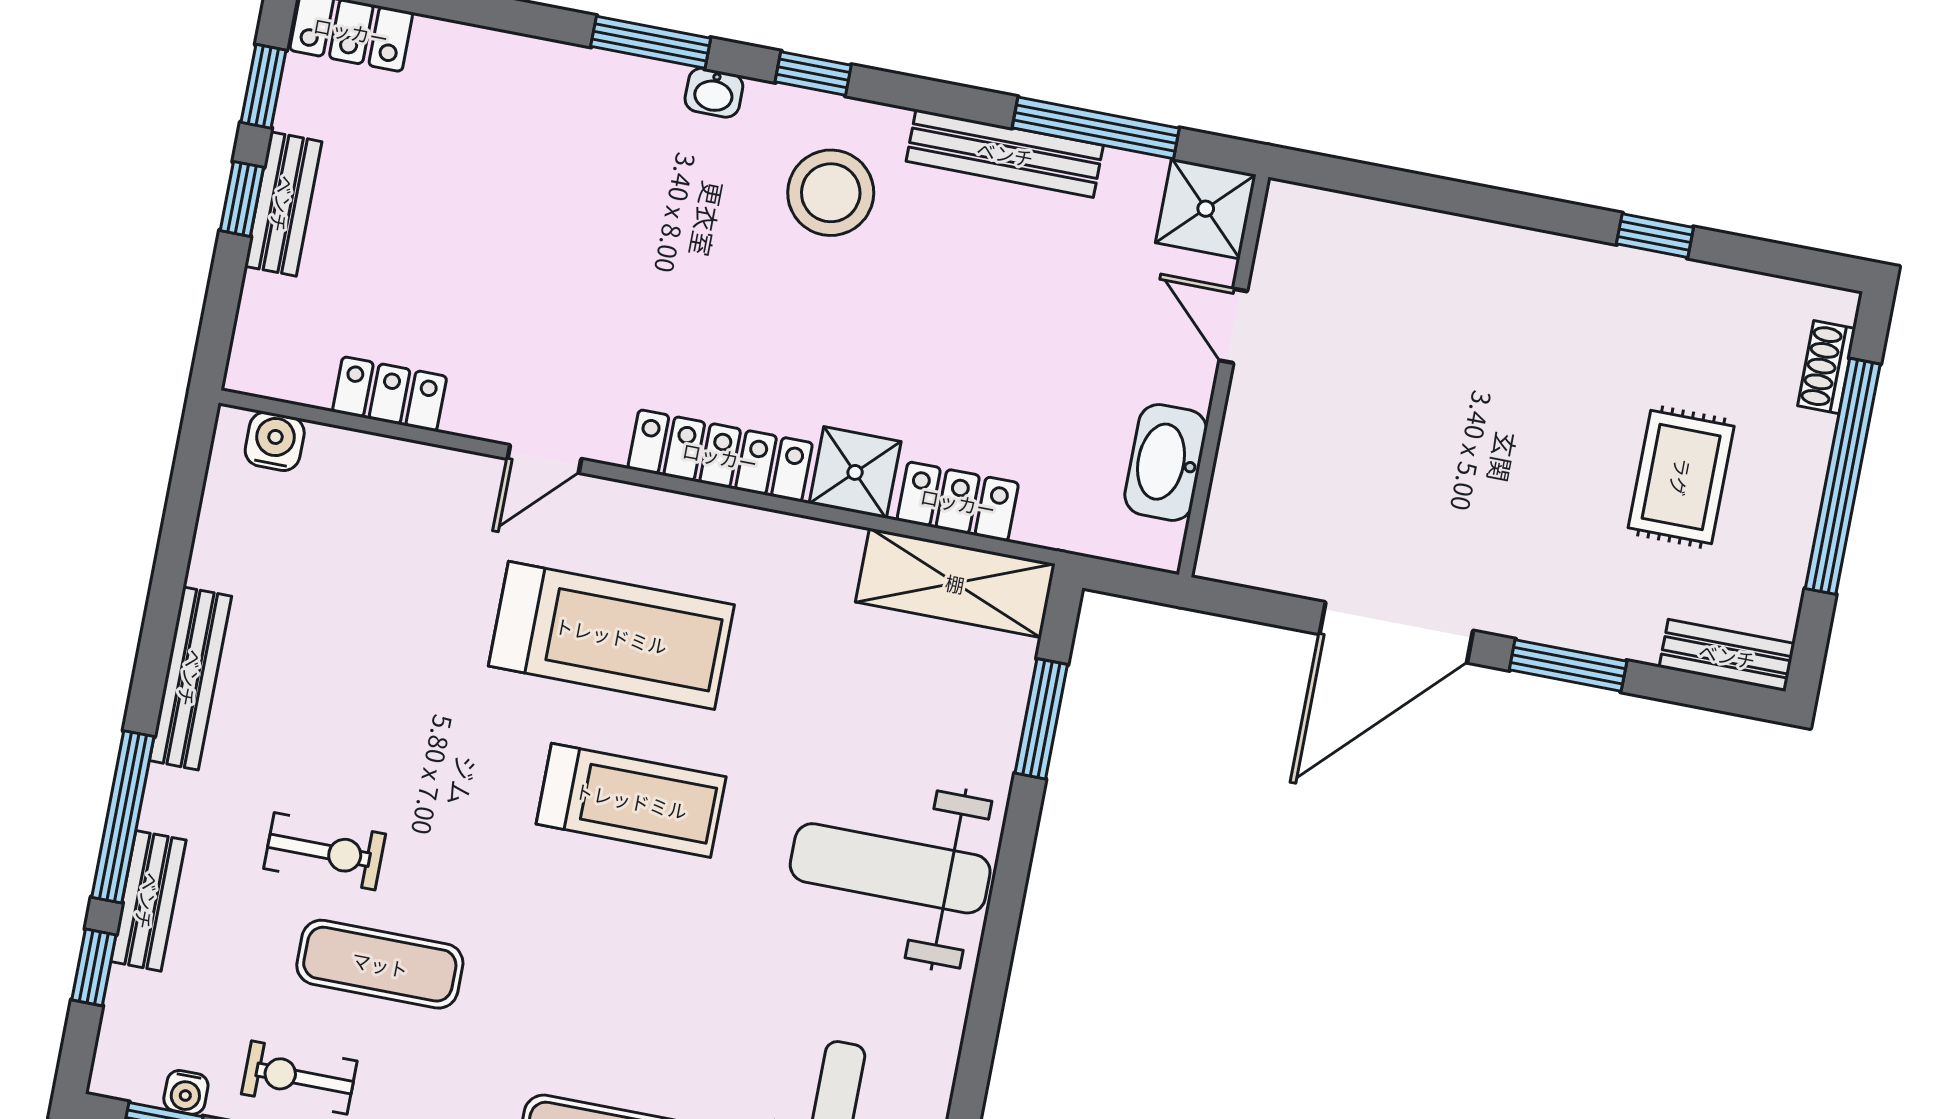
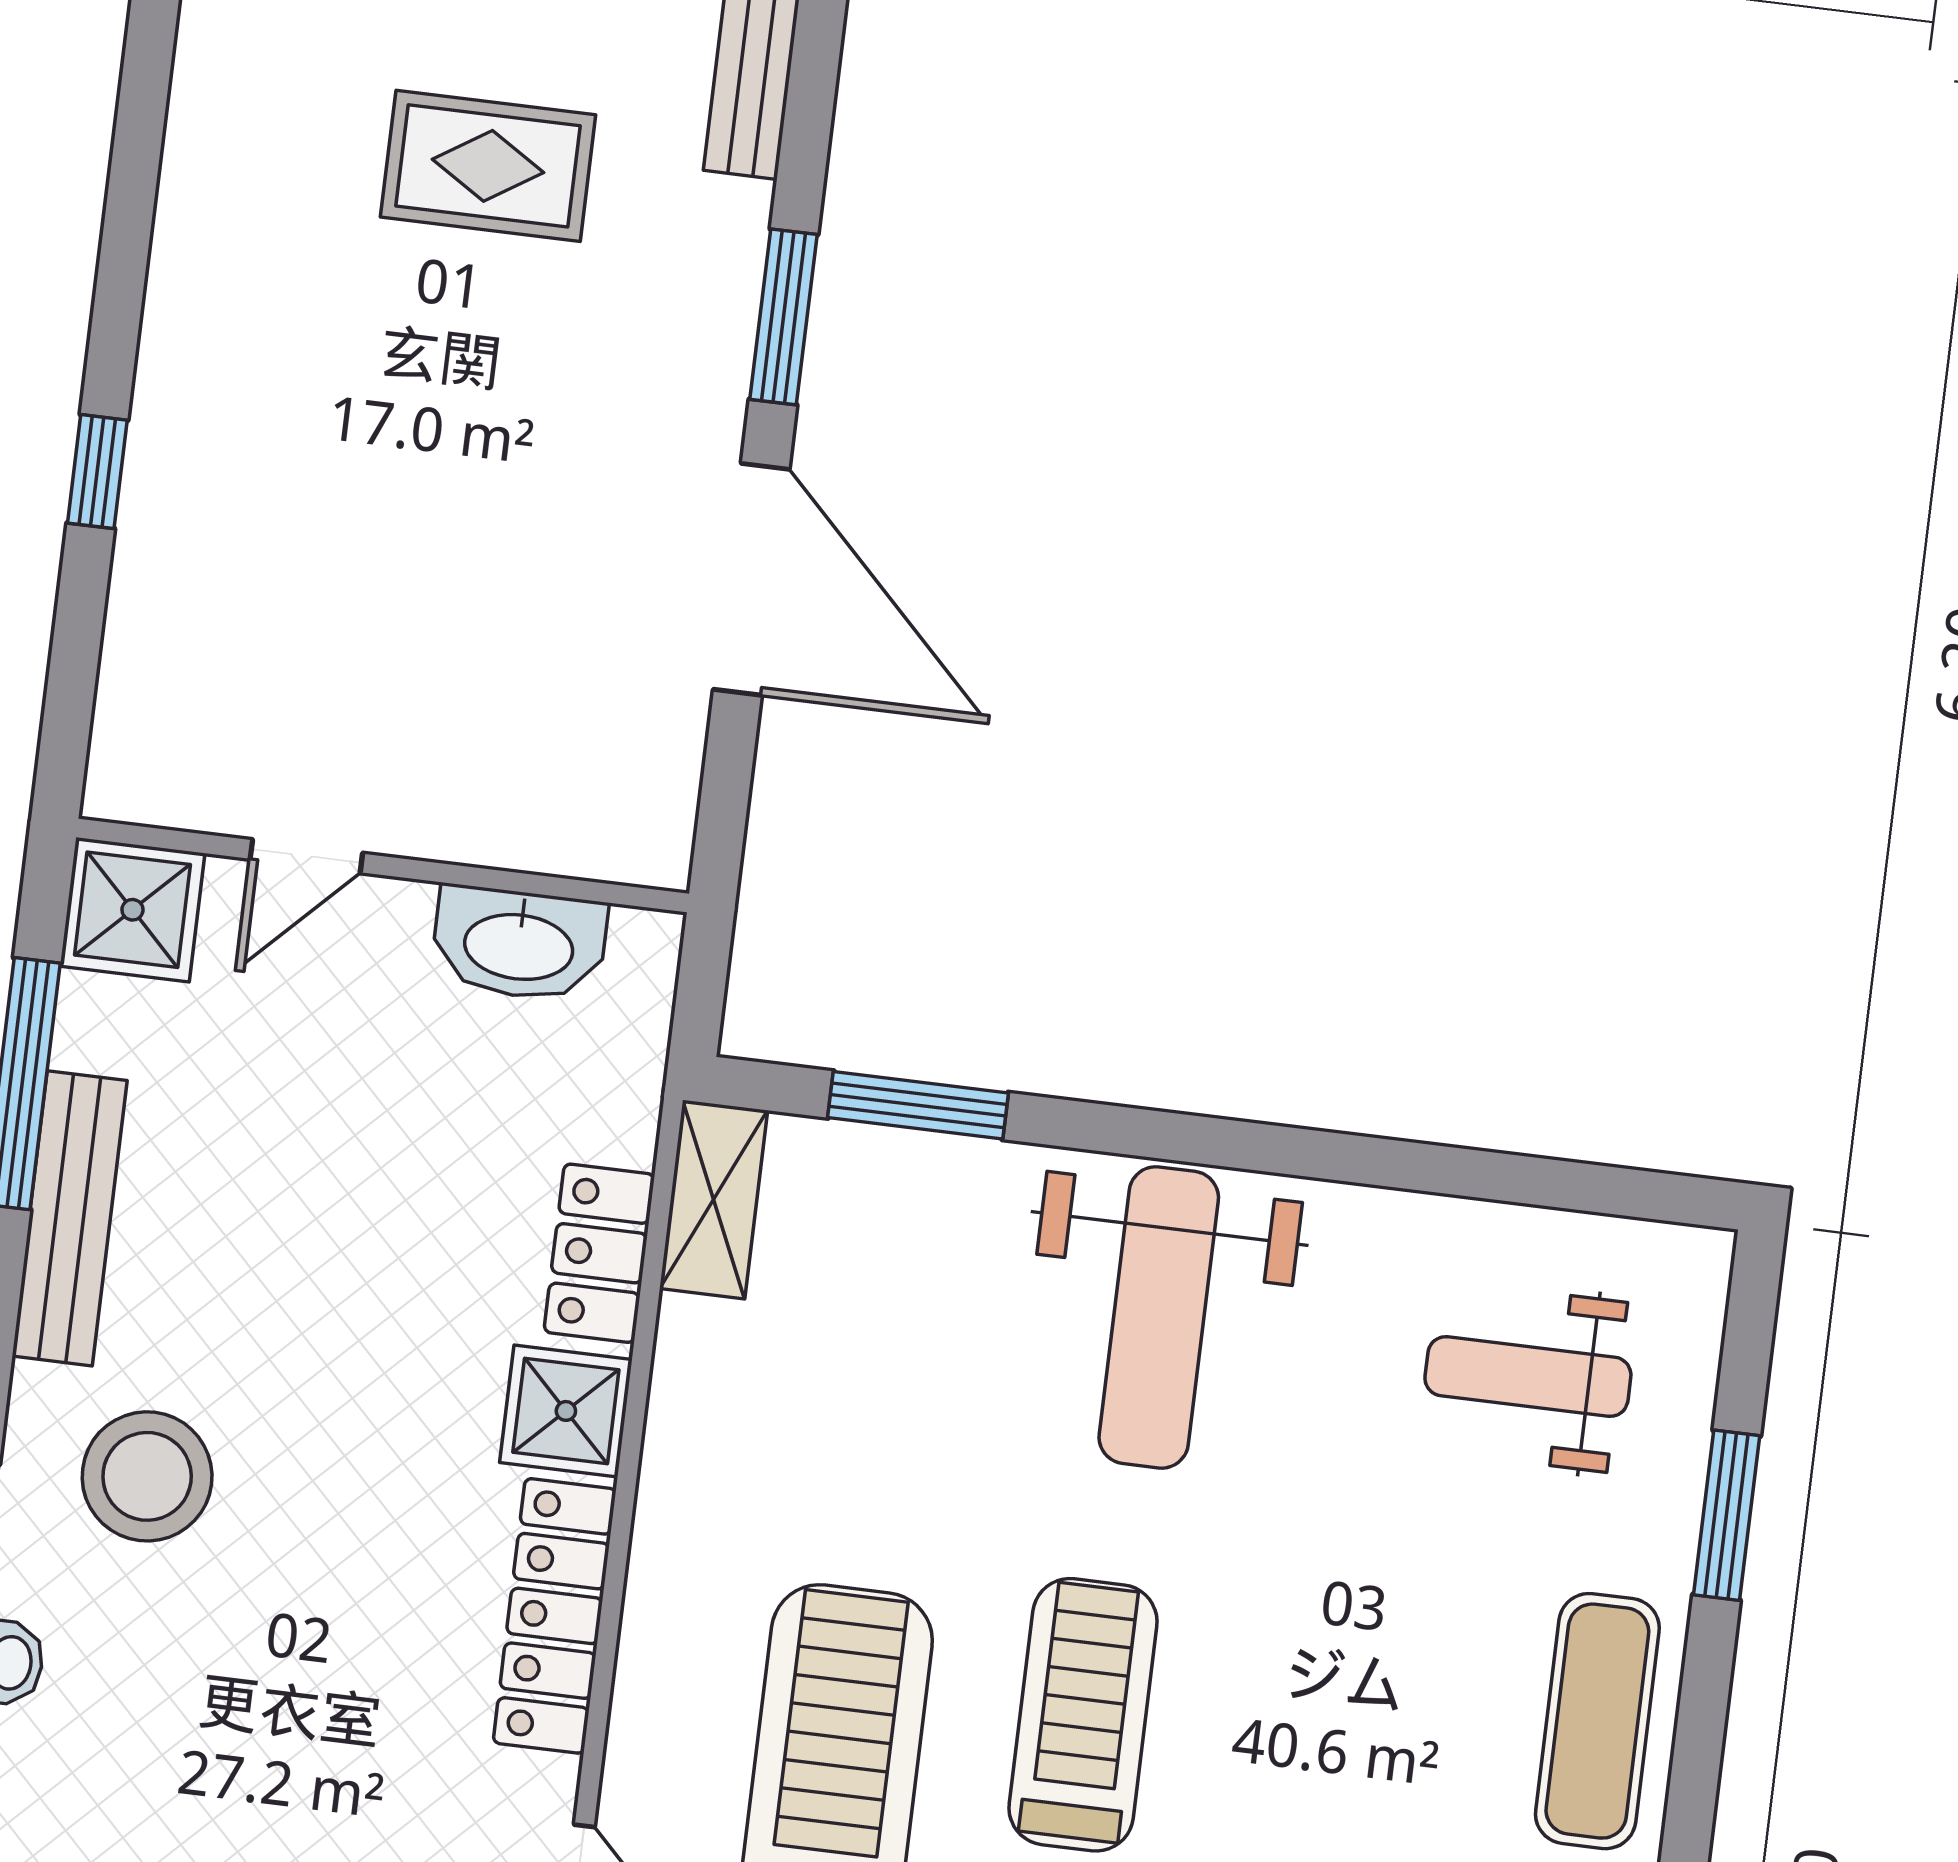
window: (1655, 236) -> (97, 472), moved
shelving: (955, 583) -> (714, 1199), width x0.67, depth x0.75

